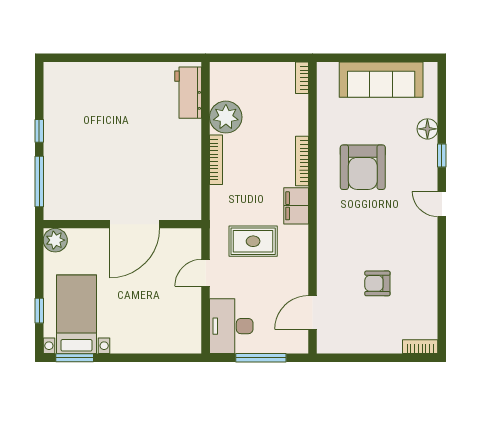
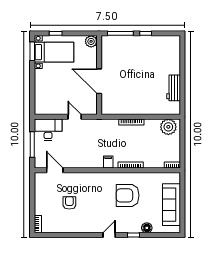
workbench: (188, 93) -> (174, 88), moved, turned -90
plant: (226, 117) -> (168, 127), moved
filing cabinet: (296, 206) -> (108, 162), width x0.50
rug: (253, 241) -> (91, 141), removed

